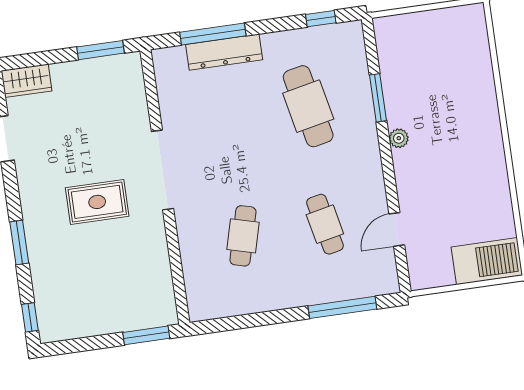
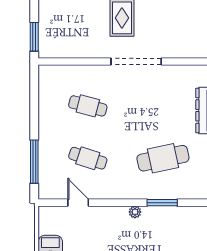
cafe table: (325, 224) -> (88, 158), turned 30

